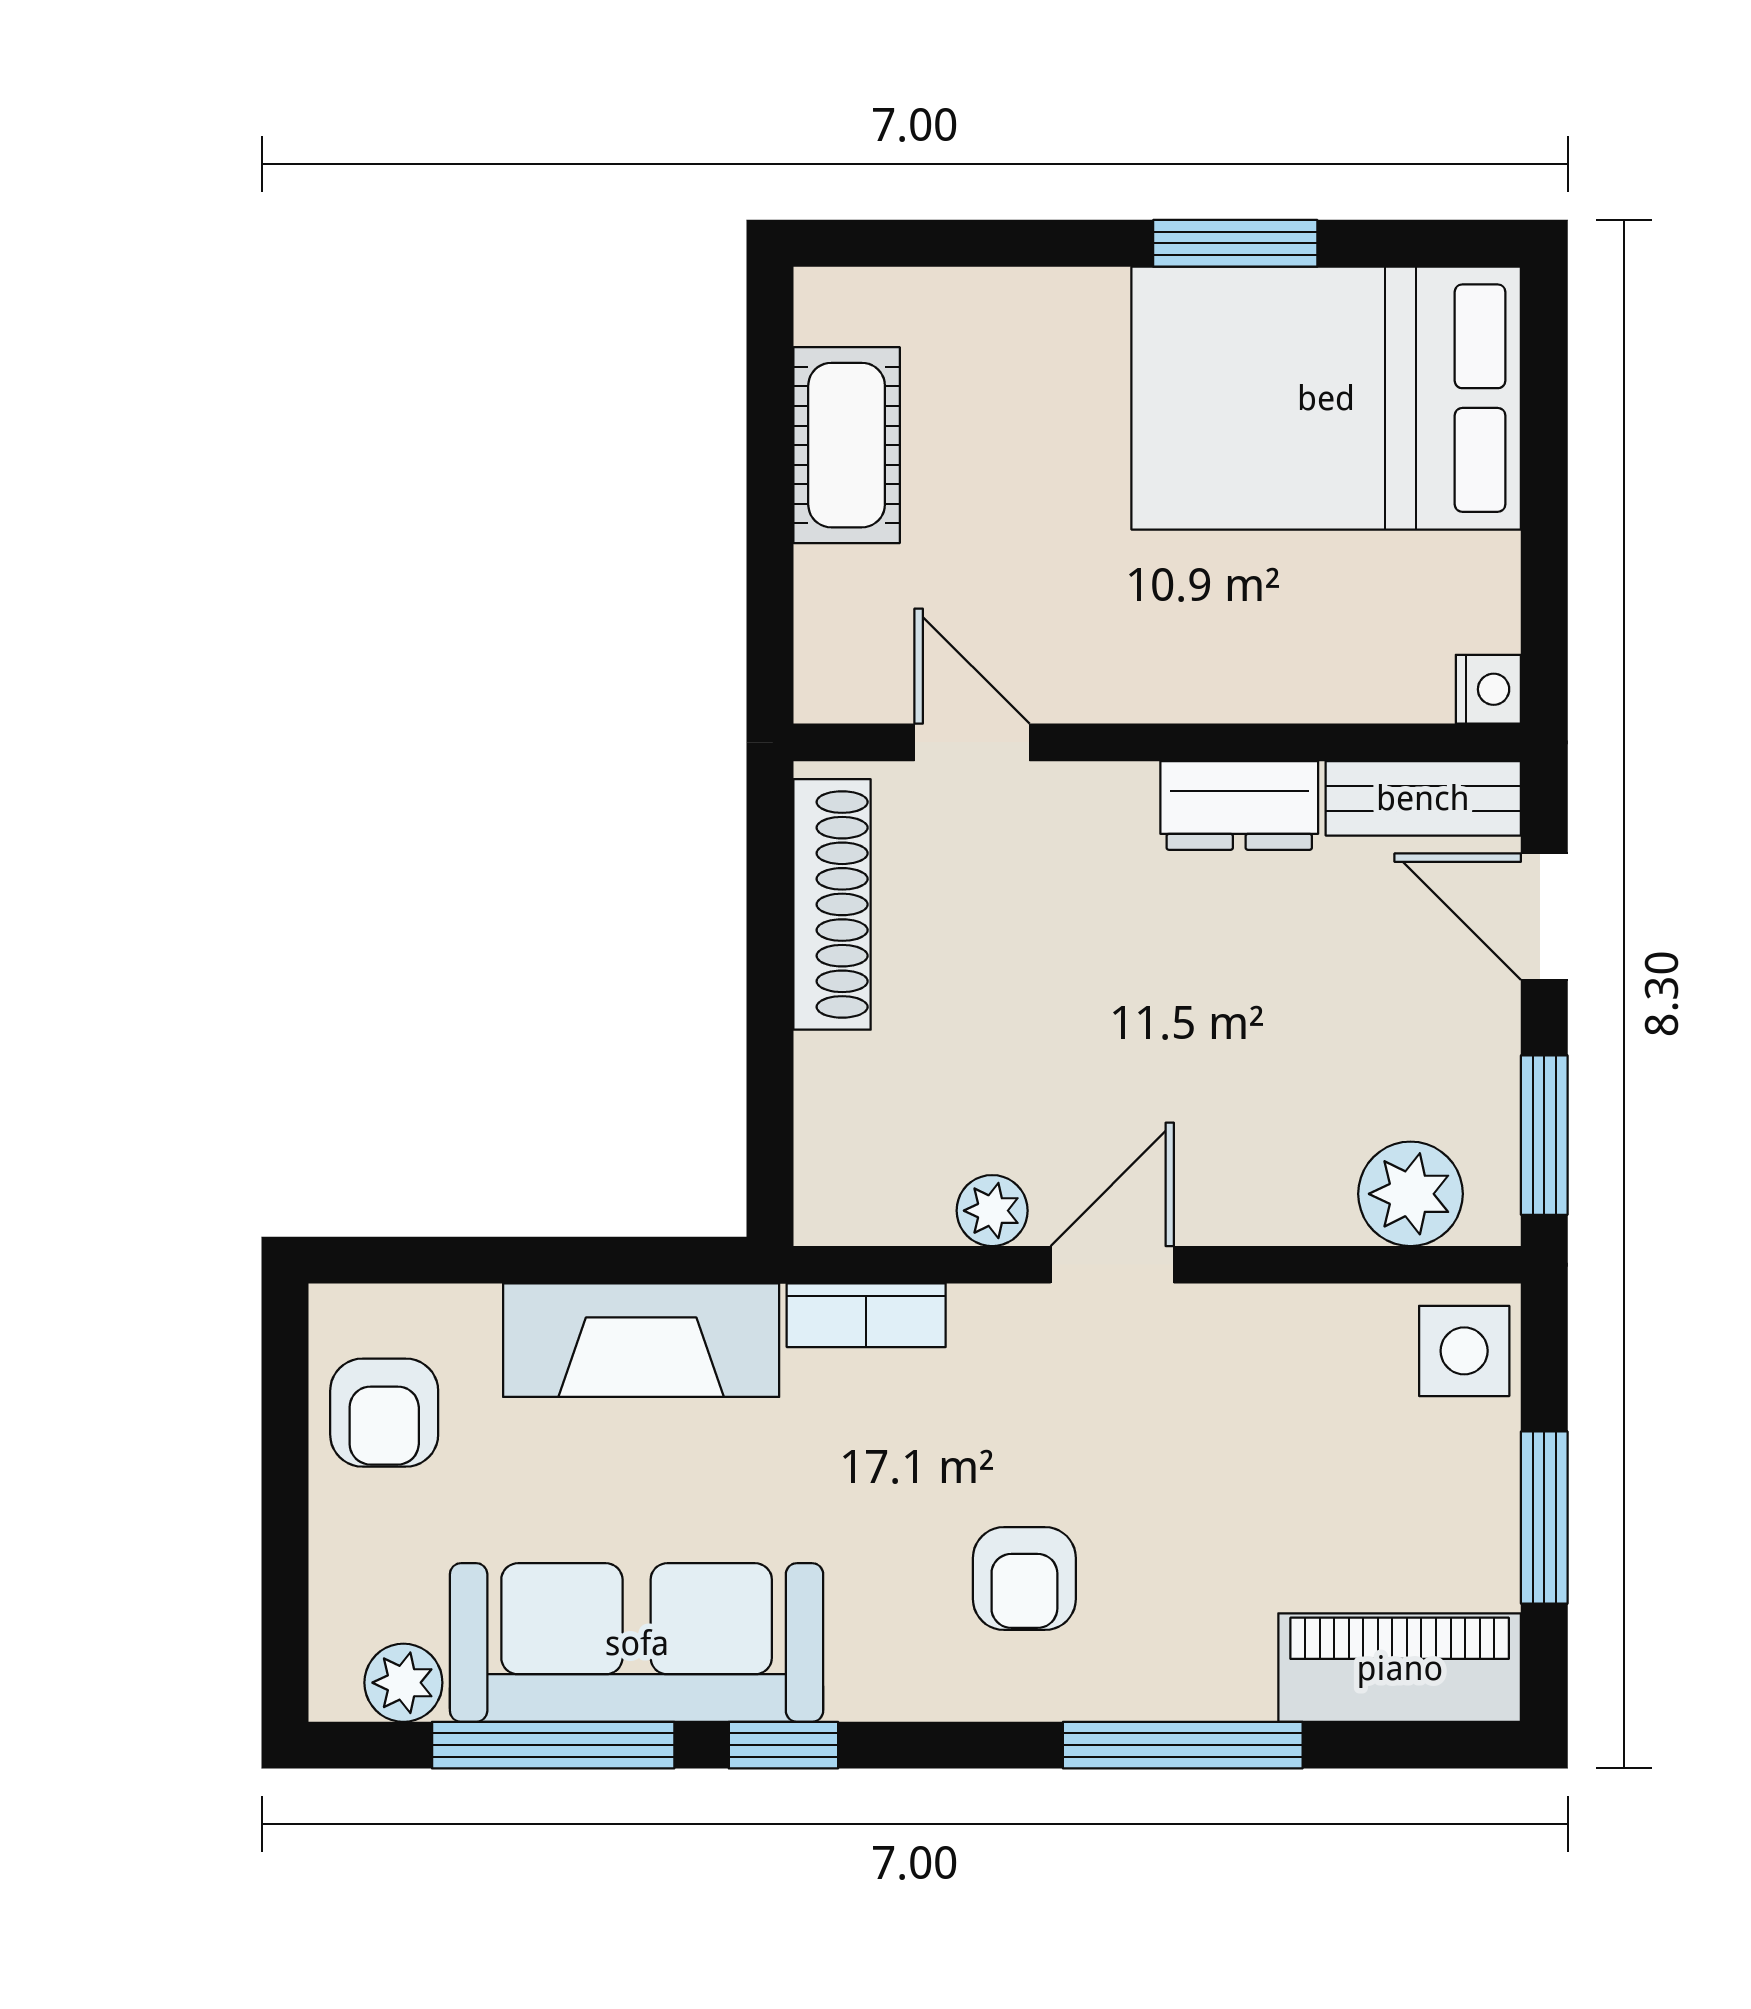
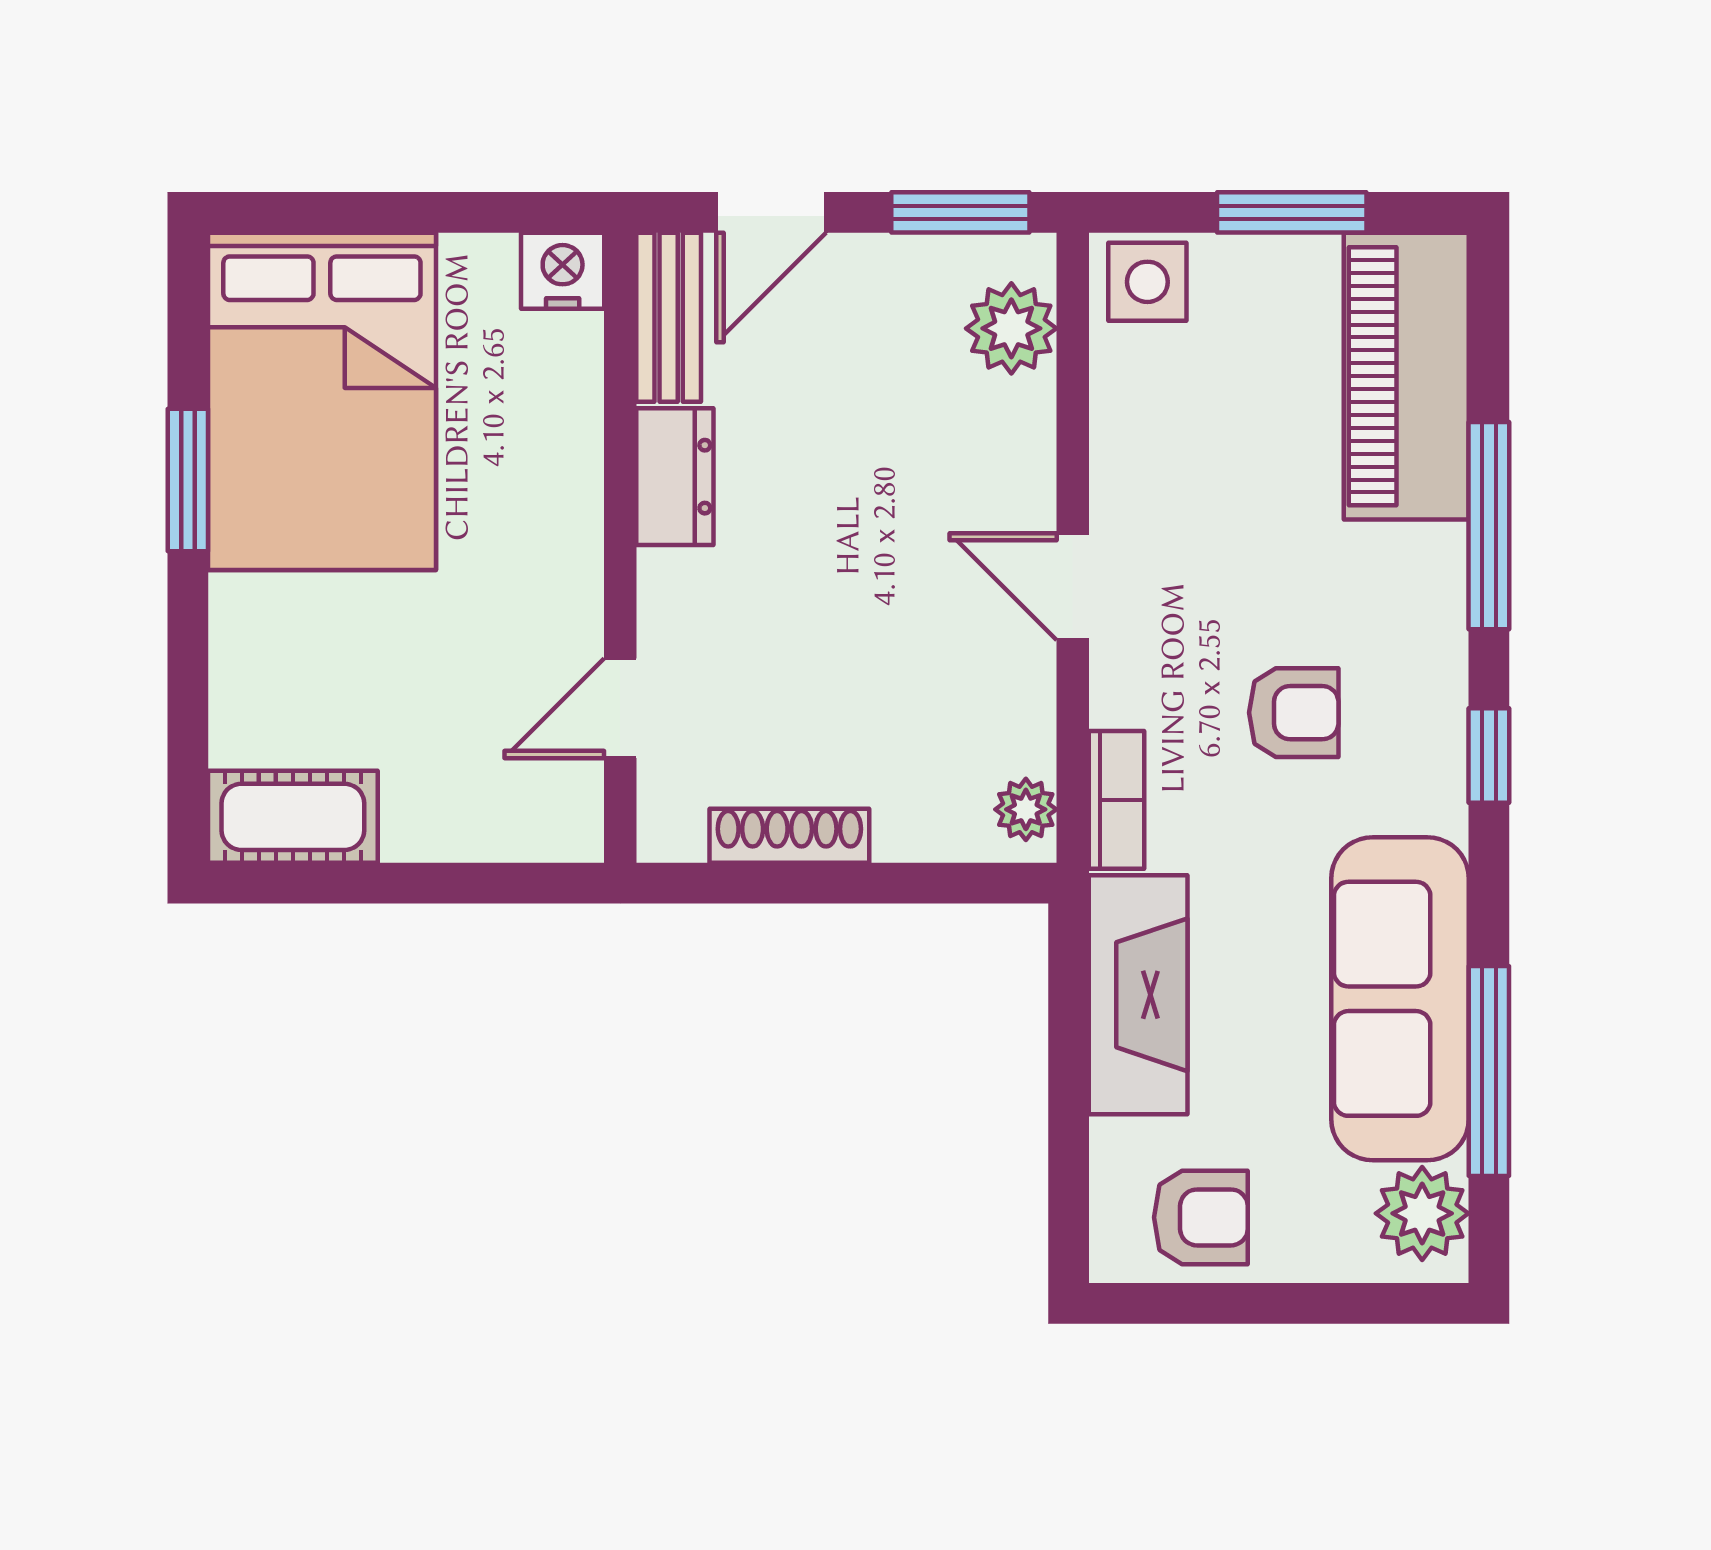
cot: (847, 445) -> (293, 817), moved
nightstand: (1488, 689) -> (563, 271), width x1.39, depth x1.35
shoe rack: (832, 904) -> (789, 836), width x0.74, depth x0.81
plant: (992, 1211) -> (1026, 809), moved
armchair: (1024, 1579) -> (1294, 713), moved
piano: (1400, 1668) -> (1406, 376), width x1.37, depth x1.33
plant: (403, 1683) -> (1422, 1213), width x1.38, depth x1.38
window: (783, 1745) -> (1489, 756), moved

